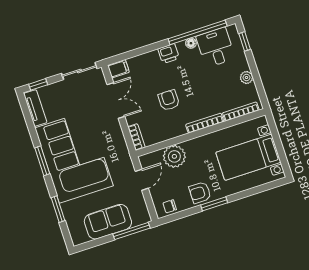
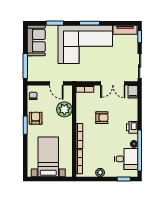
sofa: (108, 222) -> (36, 41), moved

